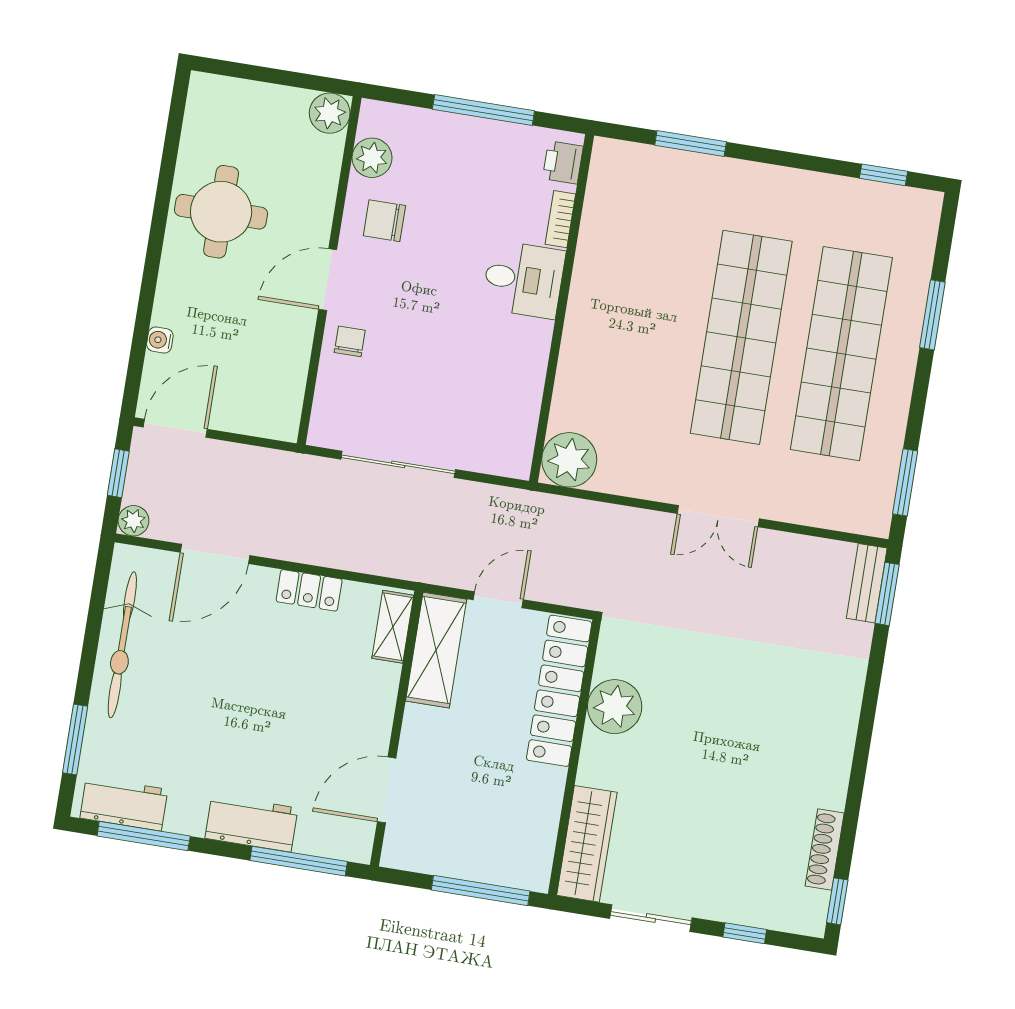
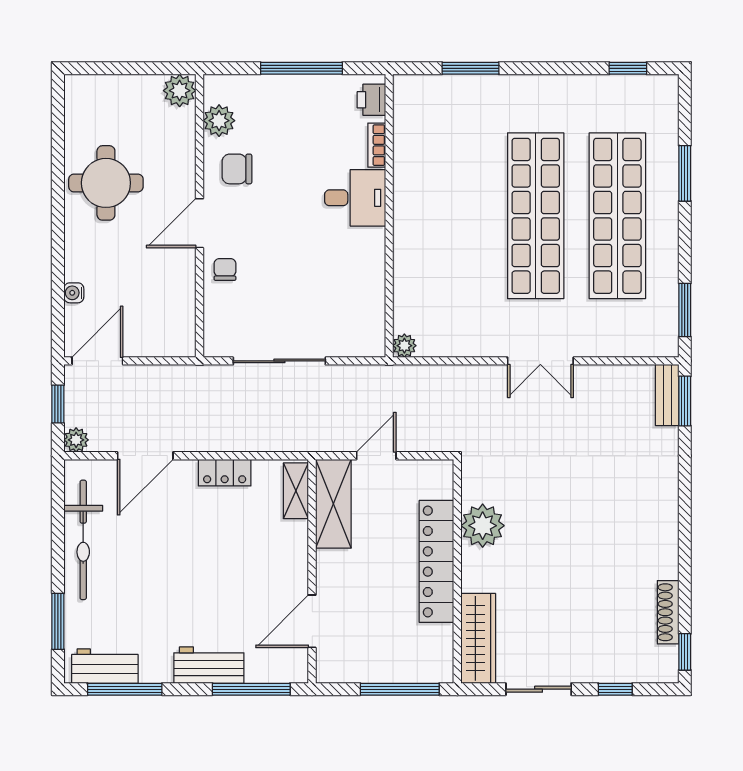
plant: (569, 460) -> (404, 346), width x0.53, depth x0.53
locker: (559, 691) -> (436, 561), moved

